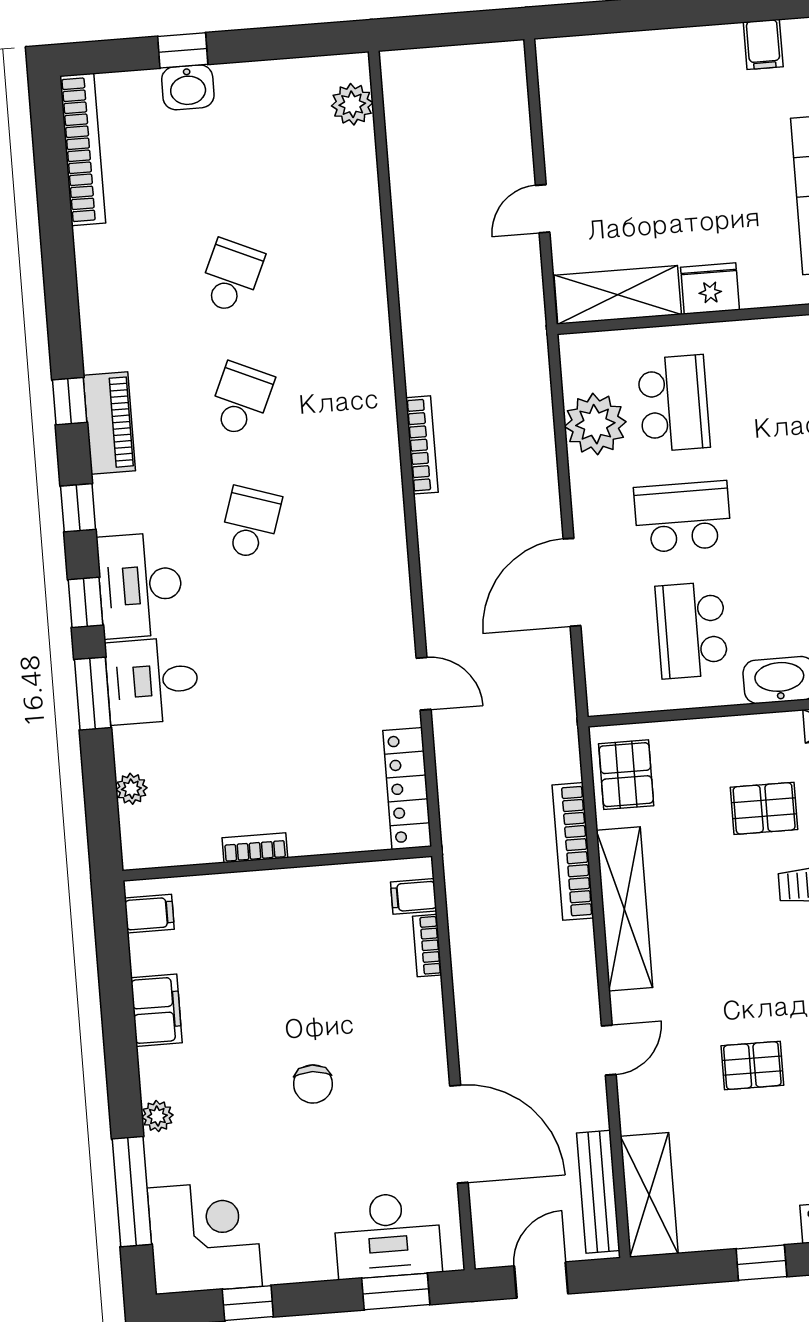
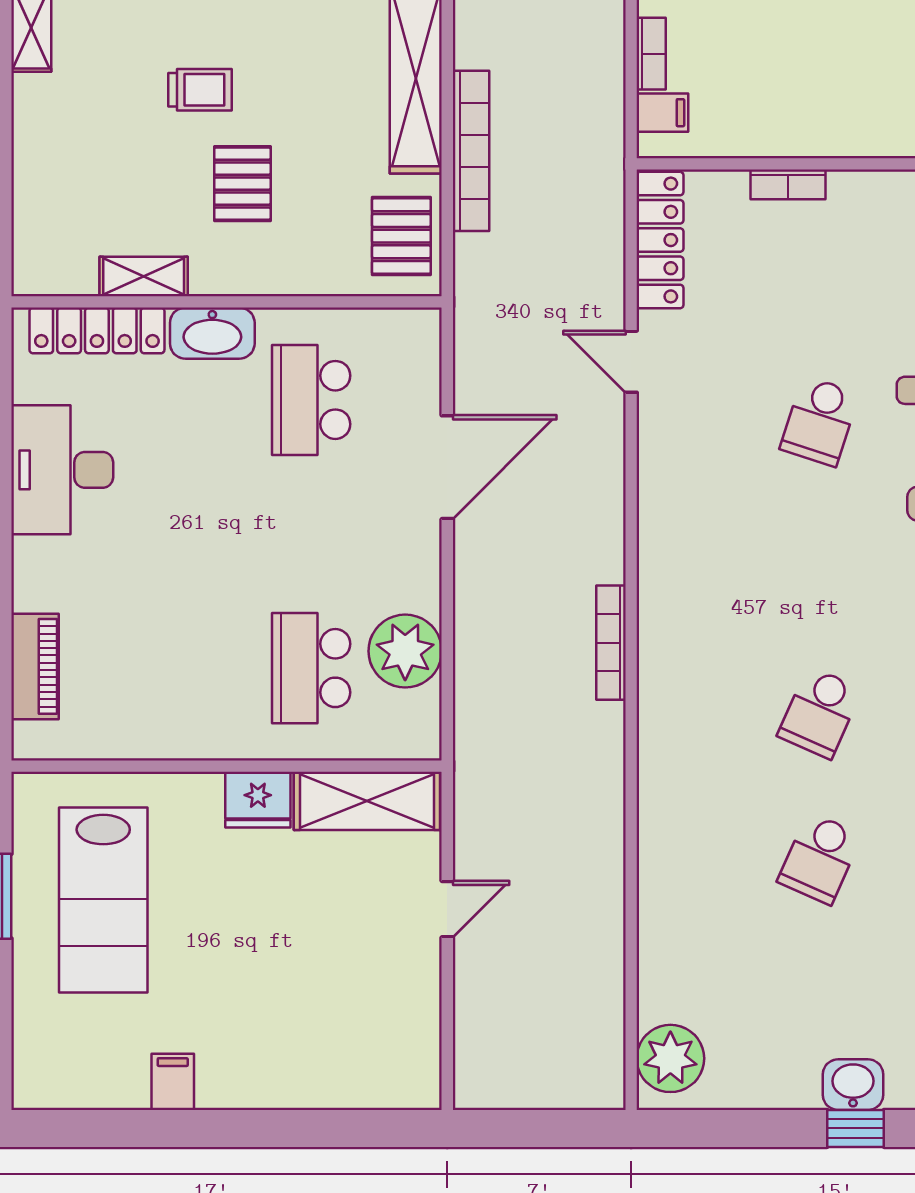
plant: (352, 104) -> (670, 1058), width x1.36, depth x1.36
school desk: (683, 517) -> (311, 534), removed
school desk: (251, 523) -> (820, 421), moved
school desk: (692, 630) -> (311, 400), turned 180
pallet: (764, 808) -> (242, 184), turned 90
bookcase: (255, 848) -> (788, 184), moved

